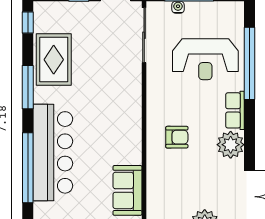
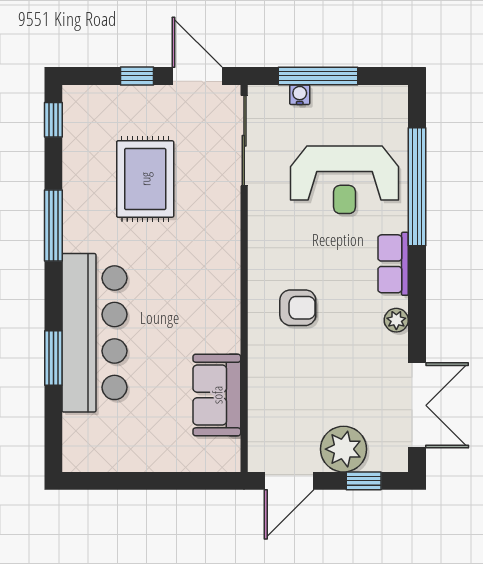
rug: (54, 60) -> (145, 179), moved
plant: (231, 145) -> (396, 320), width x0.53, depth x0.53
window: (28, 168) -> (53, 358), width x0.47

